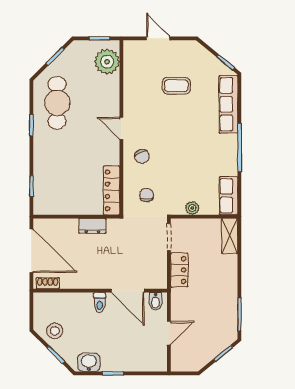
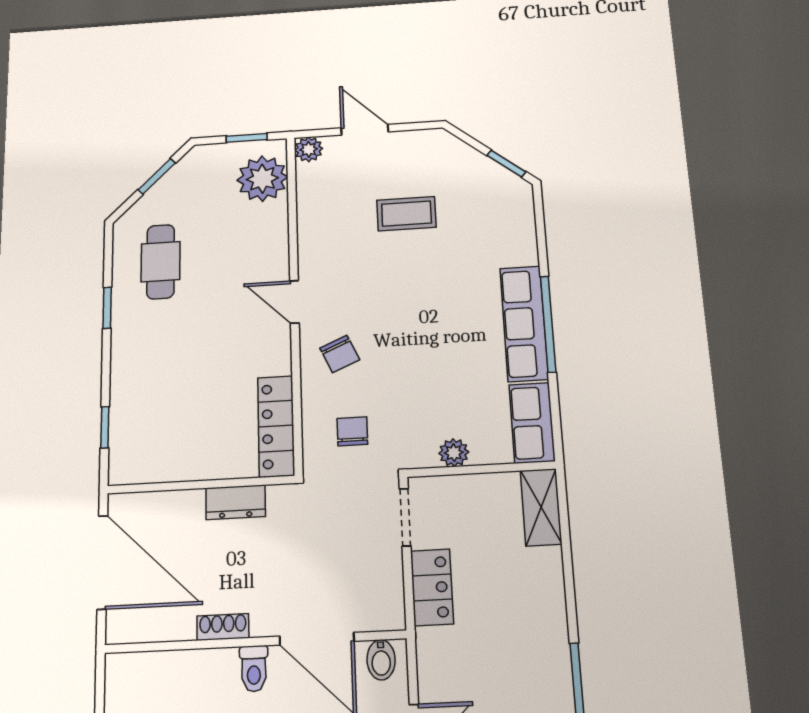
plant: (130, 47) -> (309, 149), added
cafe table: (57, 103) -> (161, 262), width x0.73, depth x0.74
row of seats: (228, 104) -> (524, 323), moved
shoe rack: (48, 283) -> (223, 627), moved

